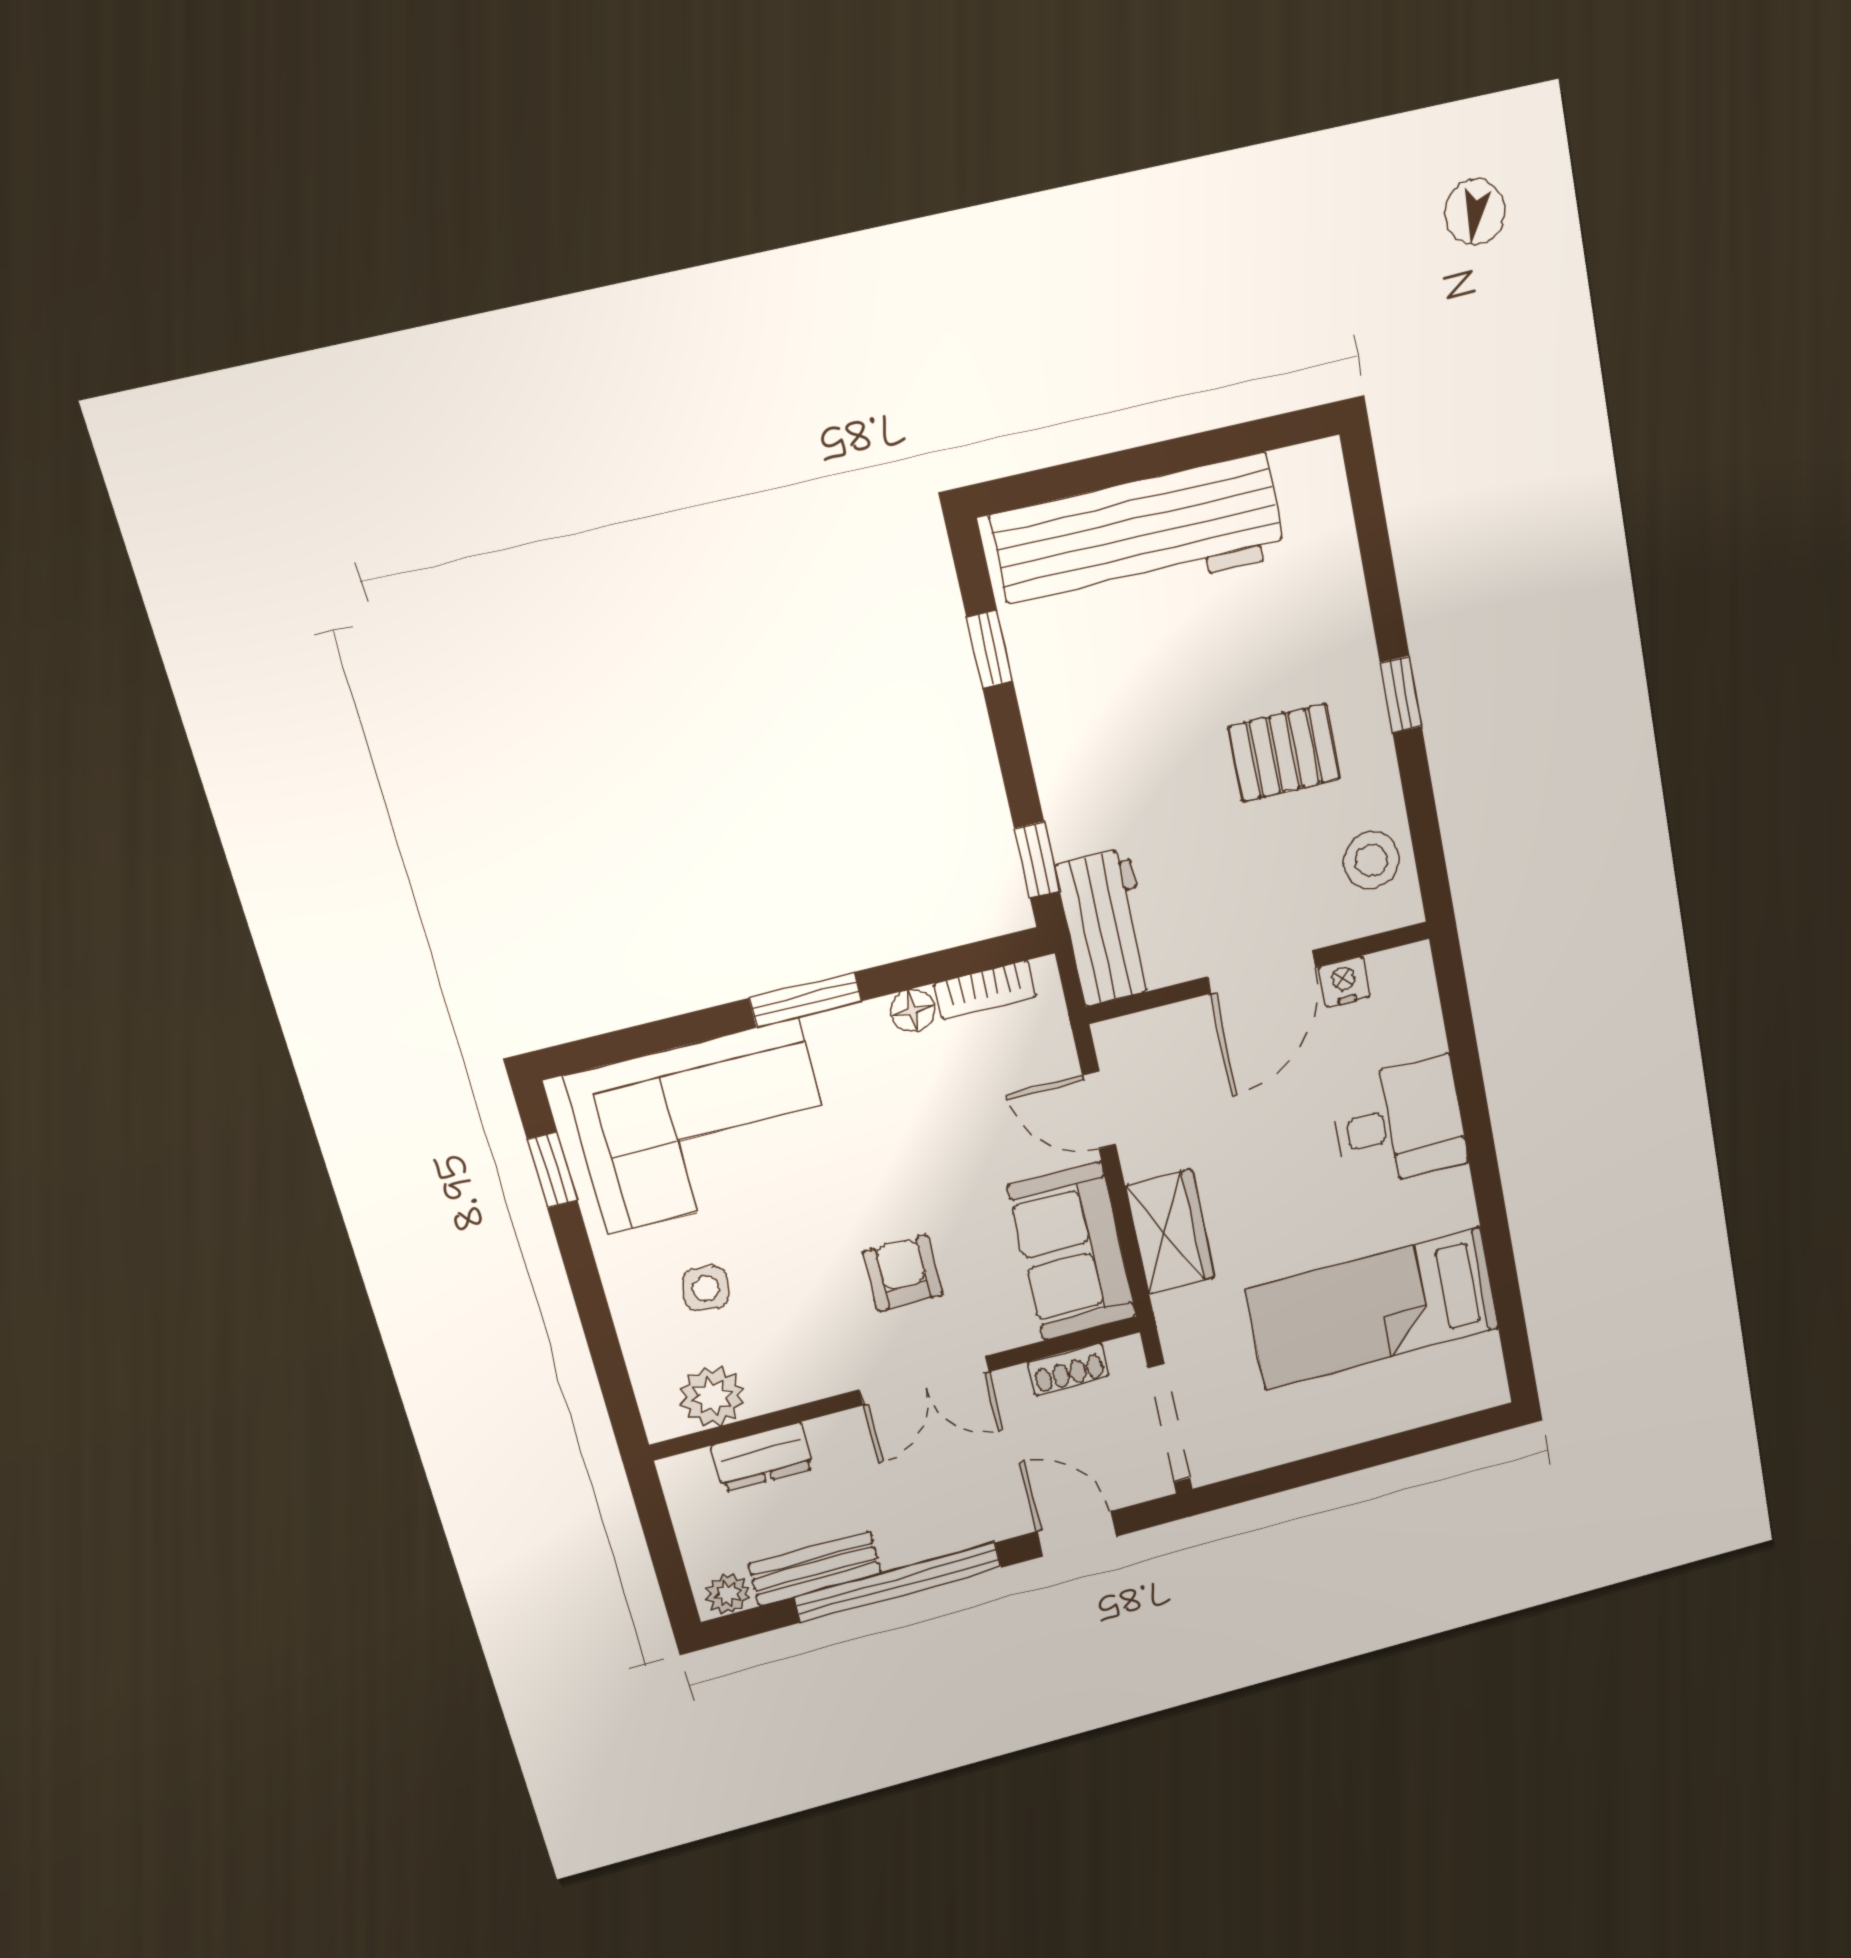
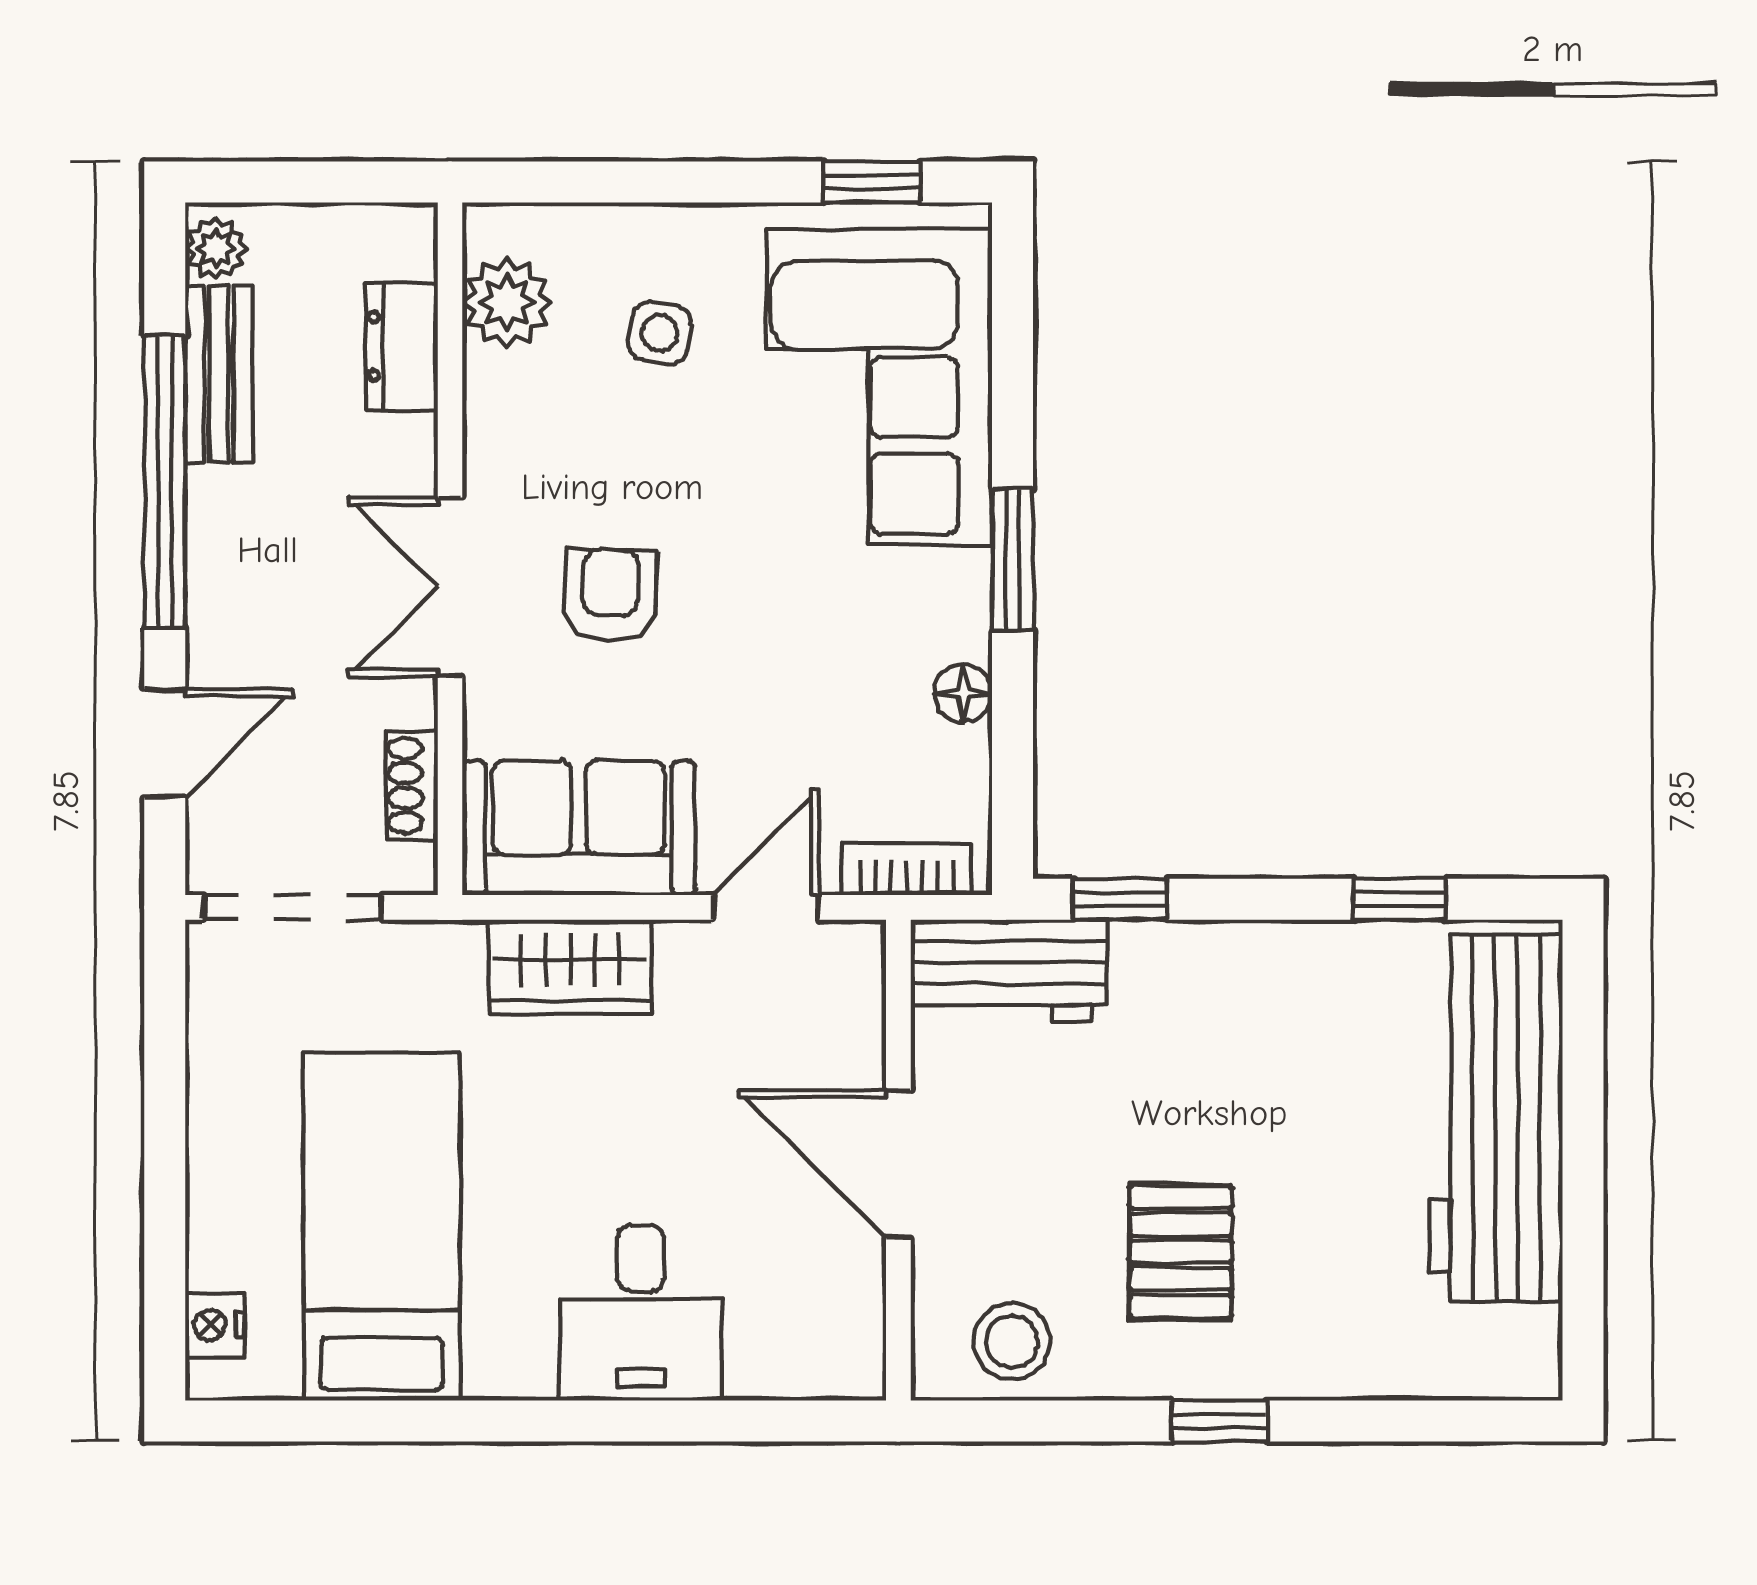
nightstand: (1344, 982) -> (215, 1325), moved, turned 180
bookcase: (985, 990) -> (907, 869), moved, turned 90
armchair: (903, 1273) -> (610, 595), turned -88

